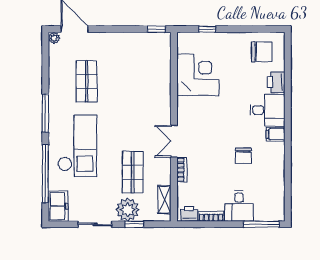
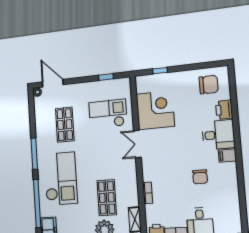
window: (156, 29) -> (106, 77), moved
checkout: (141, 73) -> (108, 114), added
double door: (174, 141) -> (137, 144), moved

